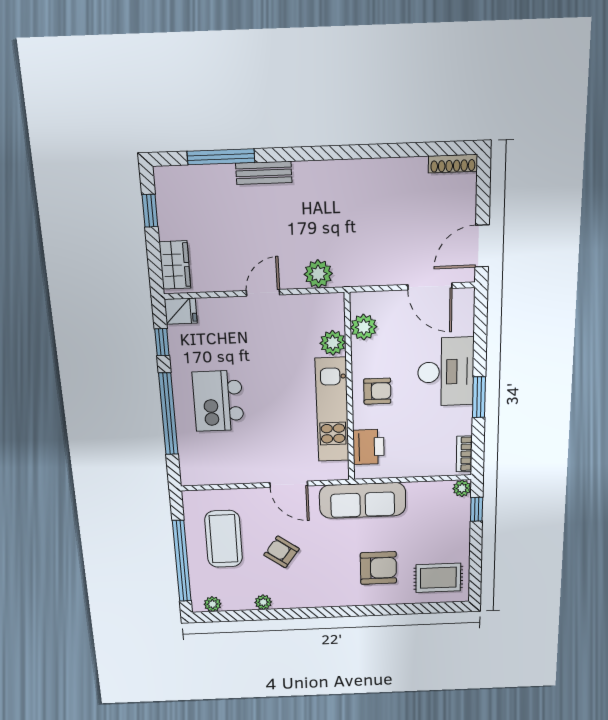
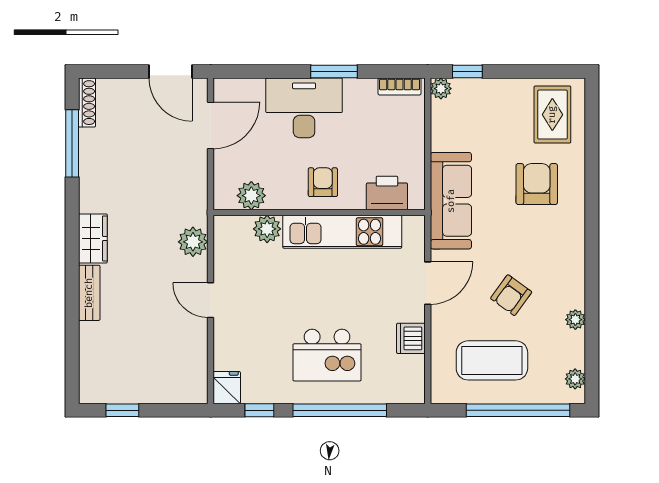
window: (221, 157) -> (72, 143), moved
wardrobe: (175, 265) -> (93, 238), moved, turned 90
dishwasher: (238, 472) -> (411, 338), added

